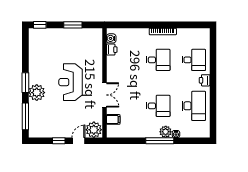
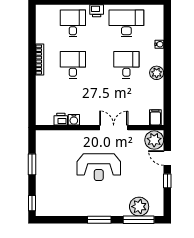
water cooler: (111, 38) -> (74, 120), moved
plant: (37, 93) -> (139, 207), moved
filing cabinet: (113, 119) -> (155, 117), moved
plant: (166, 132) -> (157, 73), moved
window: (160, 141) -> (167, 63), removed

